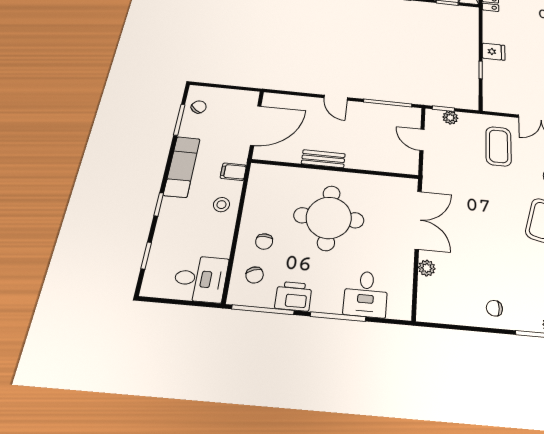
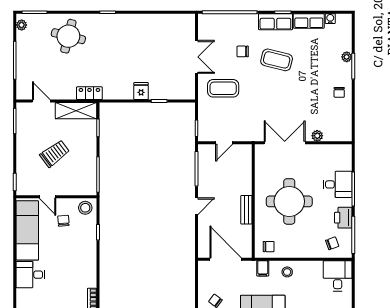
plant: (450, 118) -> (203, 123), removed
chair: (264, 242) -> (269, 247), moved
desk: (366, 294) -> (338, 184), moved

